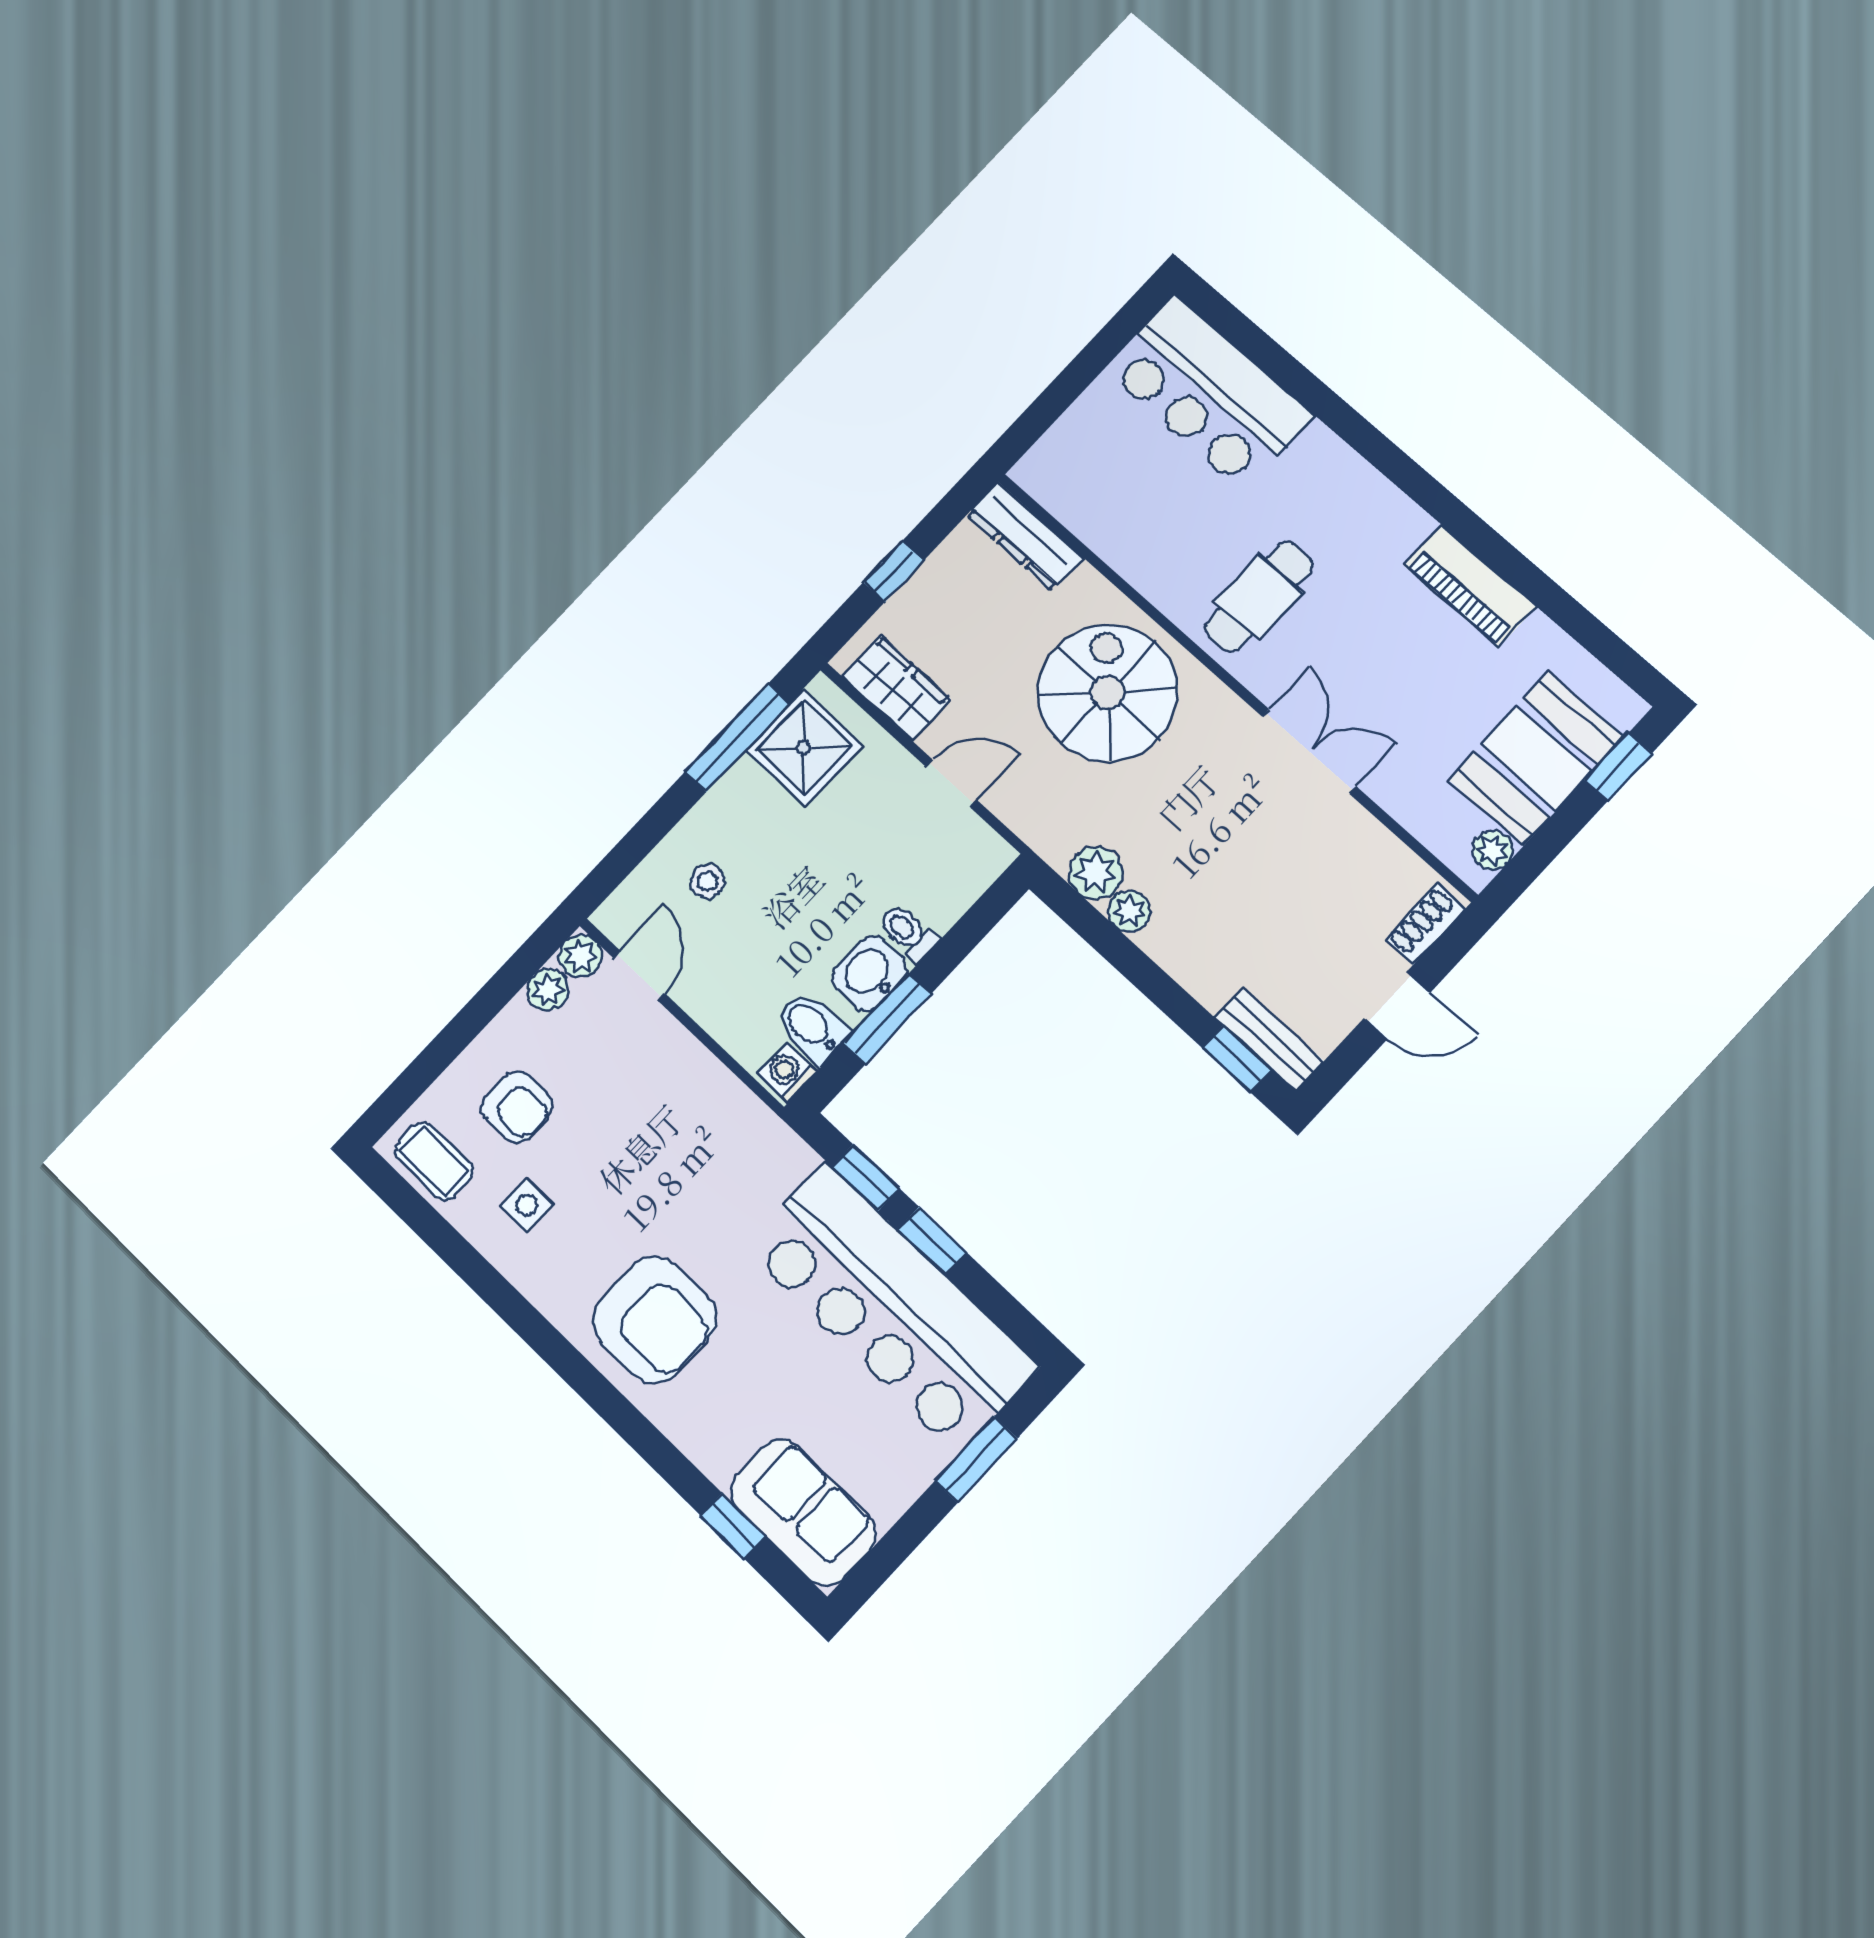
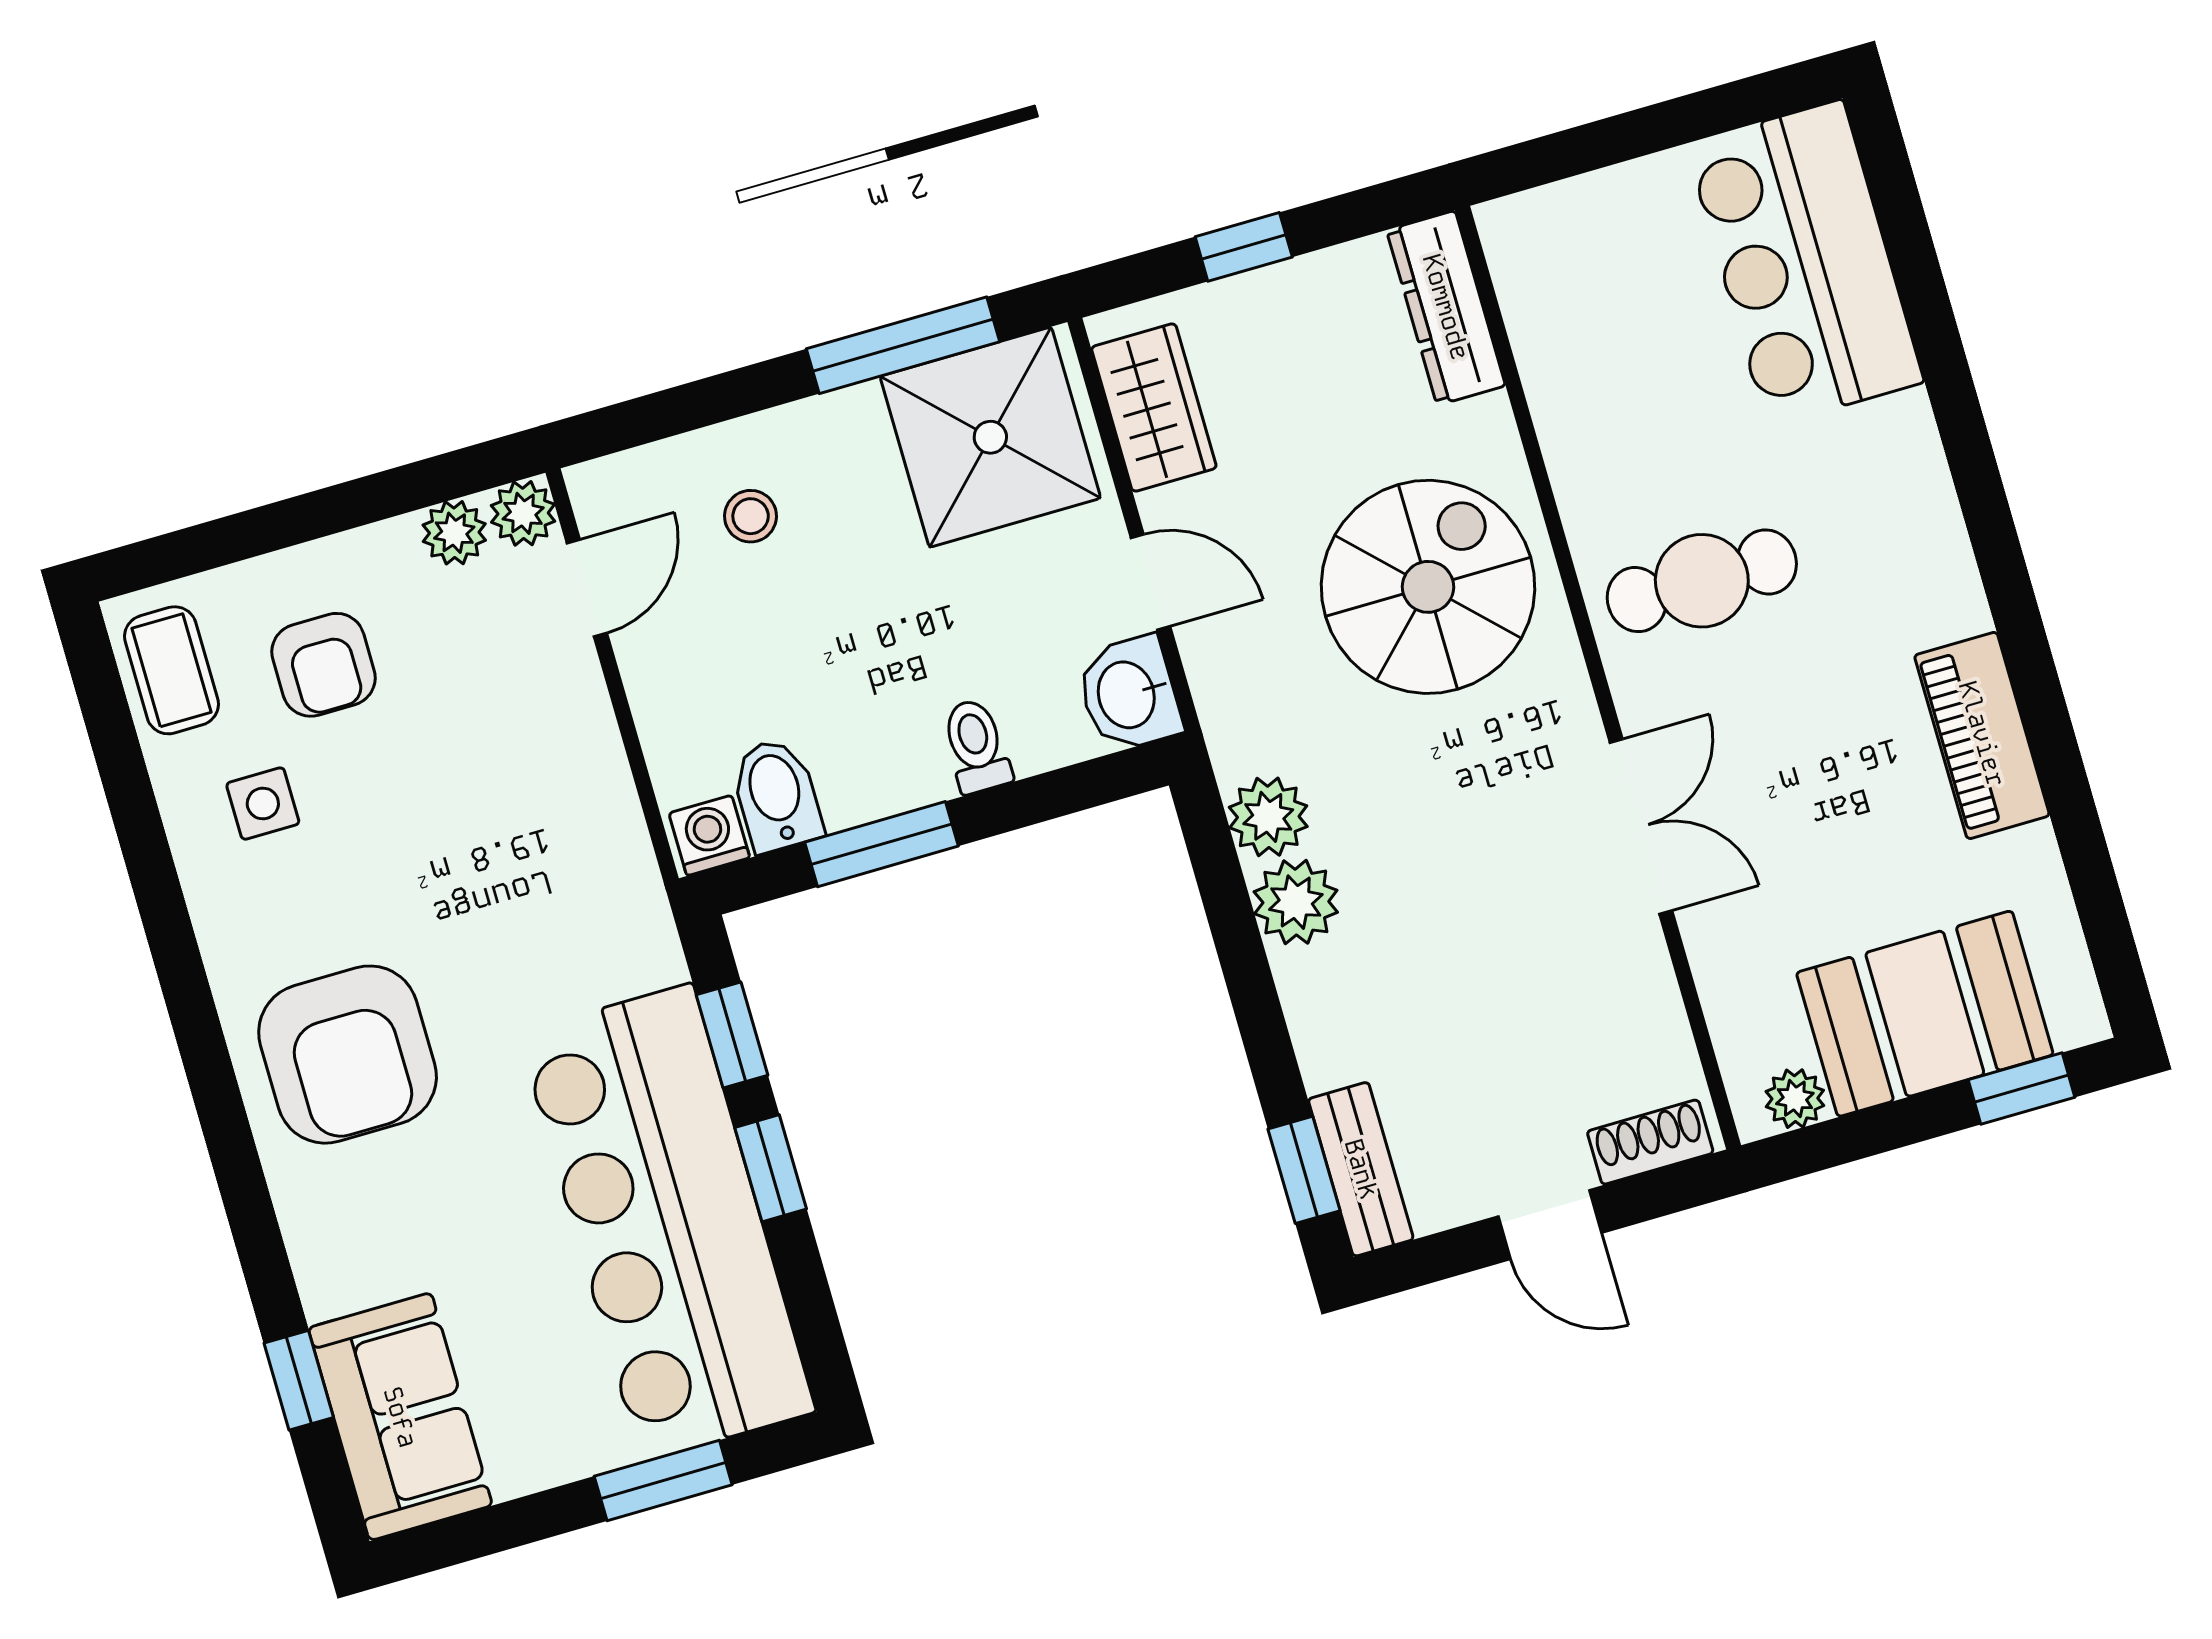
shower: (804, 748) -> (990, 437), width x1.37, depth x1.37
plant: (1129, 911) -> (1296, 902), width x1.38, depth x1.38
washbasin: (870, 974) -> (1129, 694), moved, turned -90

